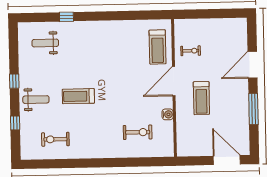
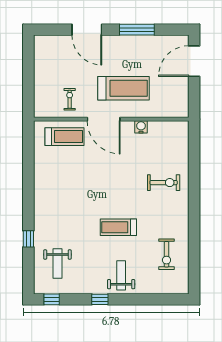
treadmill: (78, 96) -> (118, 227), turned 90
treadmill: (201, 98) -> (123, 88), width x1.37, depth x1.38
window: (15, 123) -> (52, 299), moved
exercise bike: (138, 132) -> (164, 183), moved, turned 90

